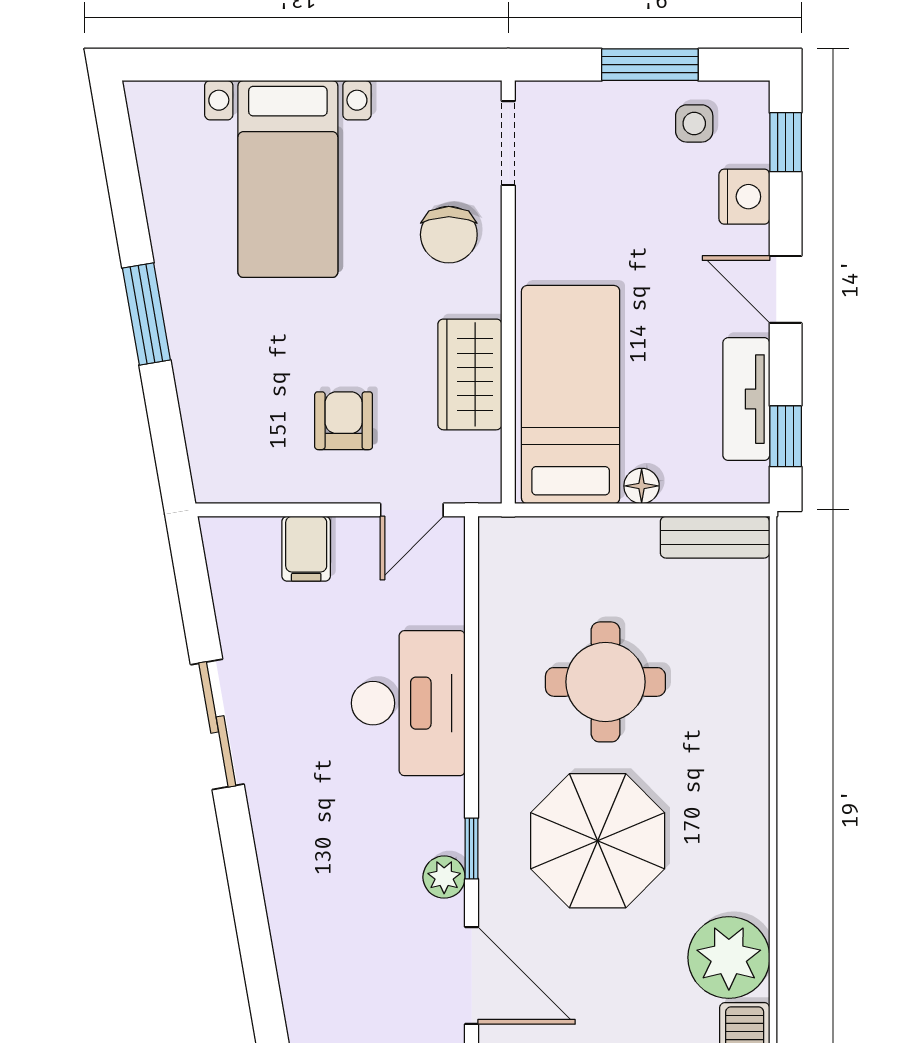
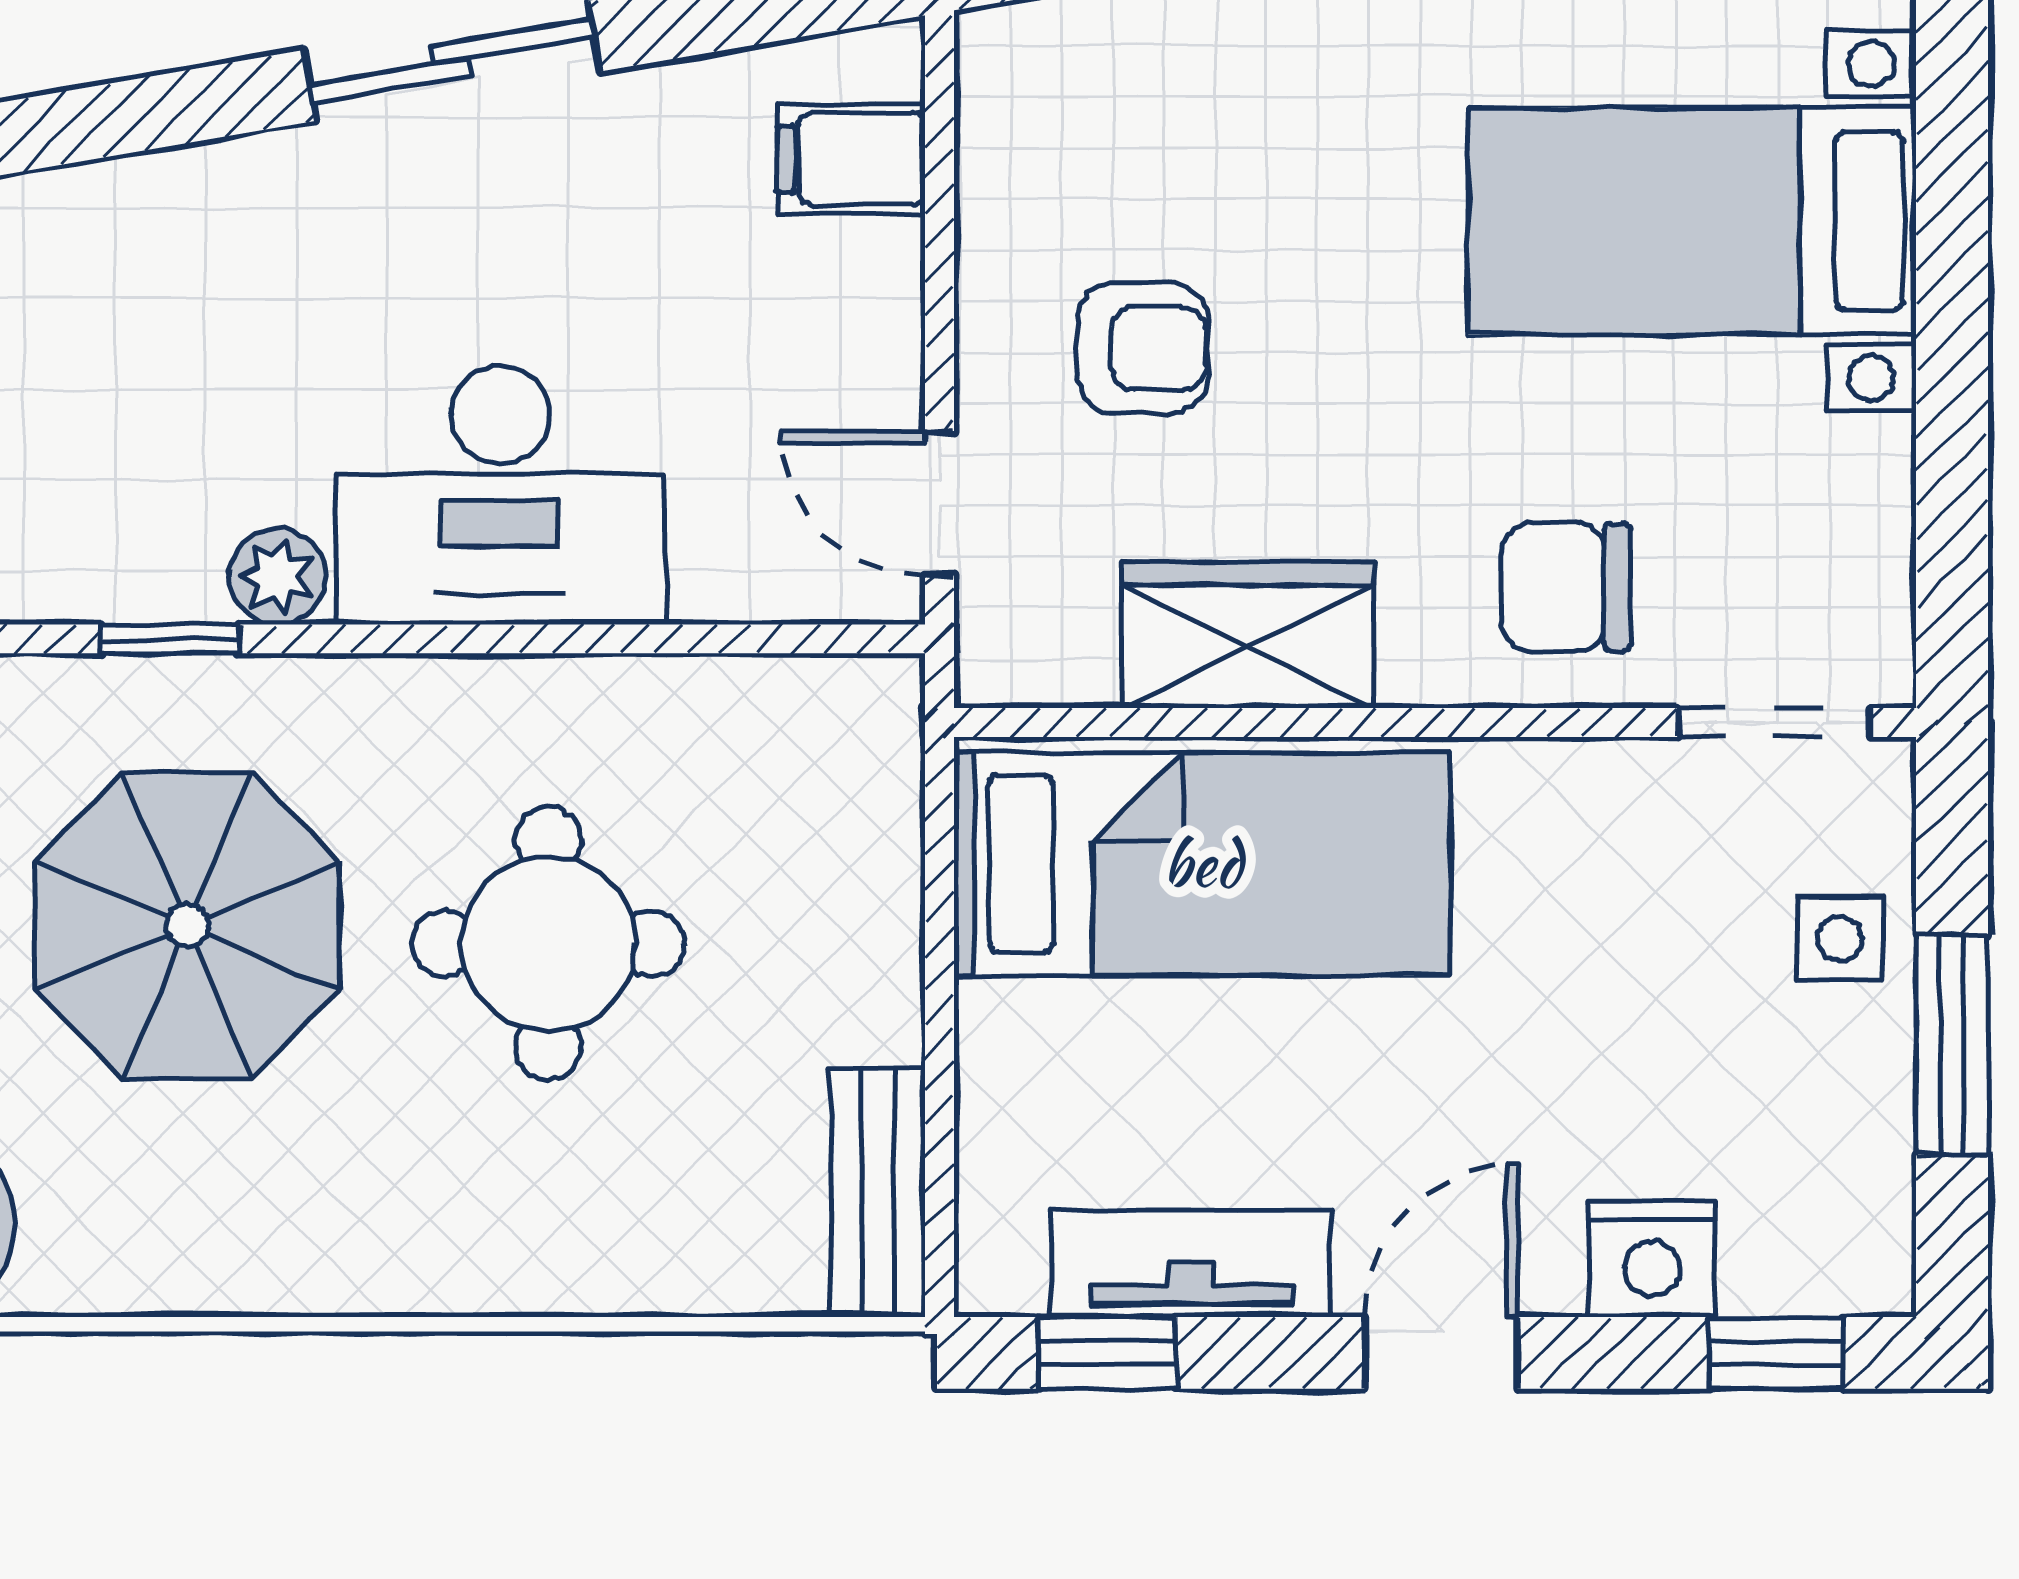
side table: (694, 123) -> (1839, 939), moved
floor lamp: (642, 486) -> (994, 1025), removed
filing cabinet: (306, 549) -> (851, 159), moved
plant: (444, 877) -> (278, 577), moved

